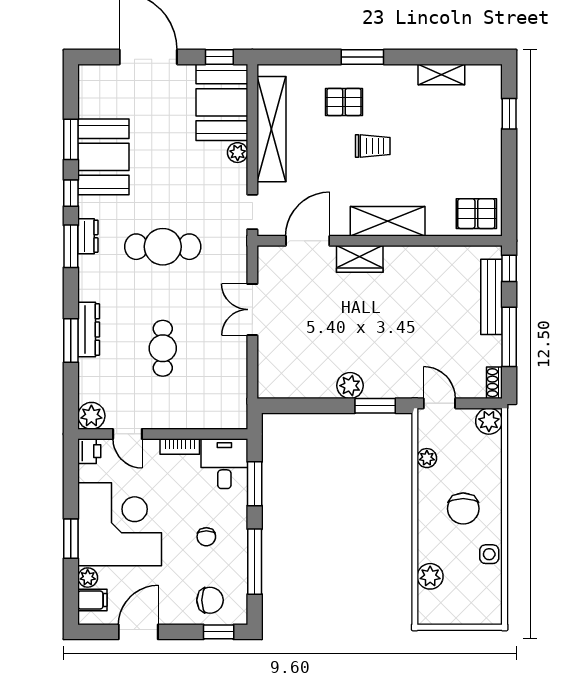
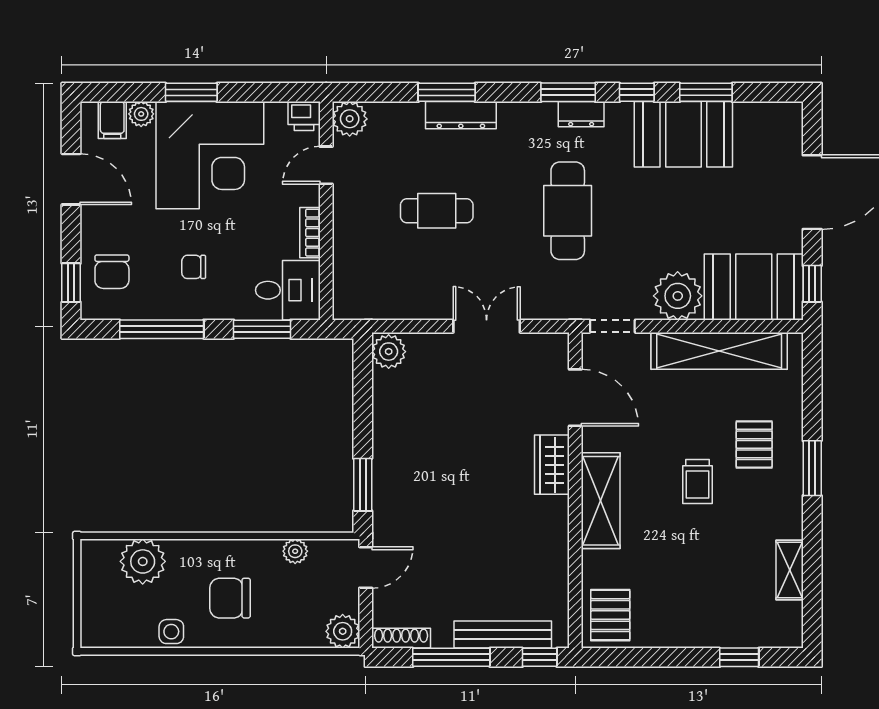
plant: (238, 153) -> (678, 296), width x1.87, depth x1.87
shoe rack: (494, 383) -> (401, 638), width x1.43
plant: (350, 386) -> (389, 352), moved
plant: (430, 576) -> (143, 561), width x1.36, depth x1.36

